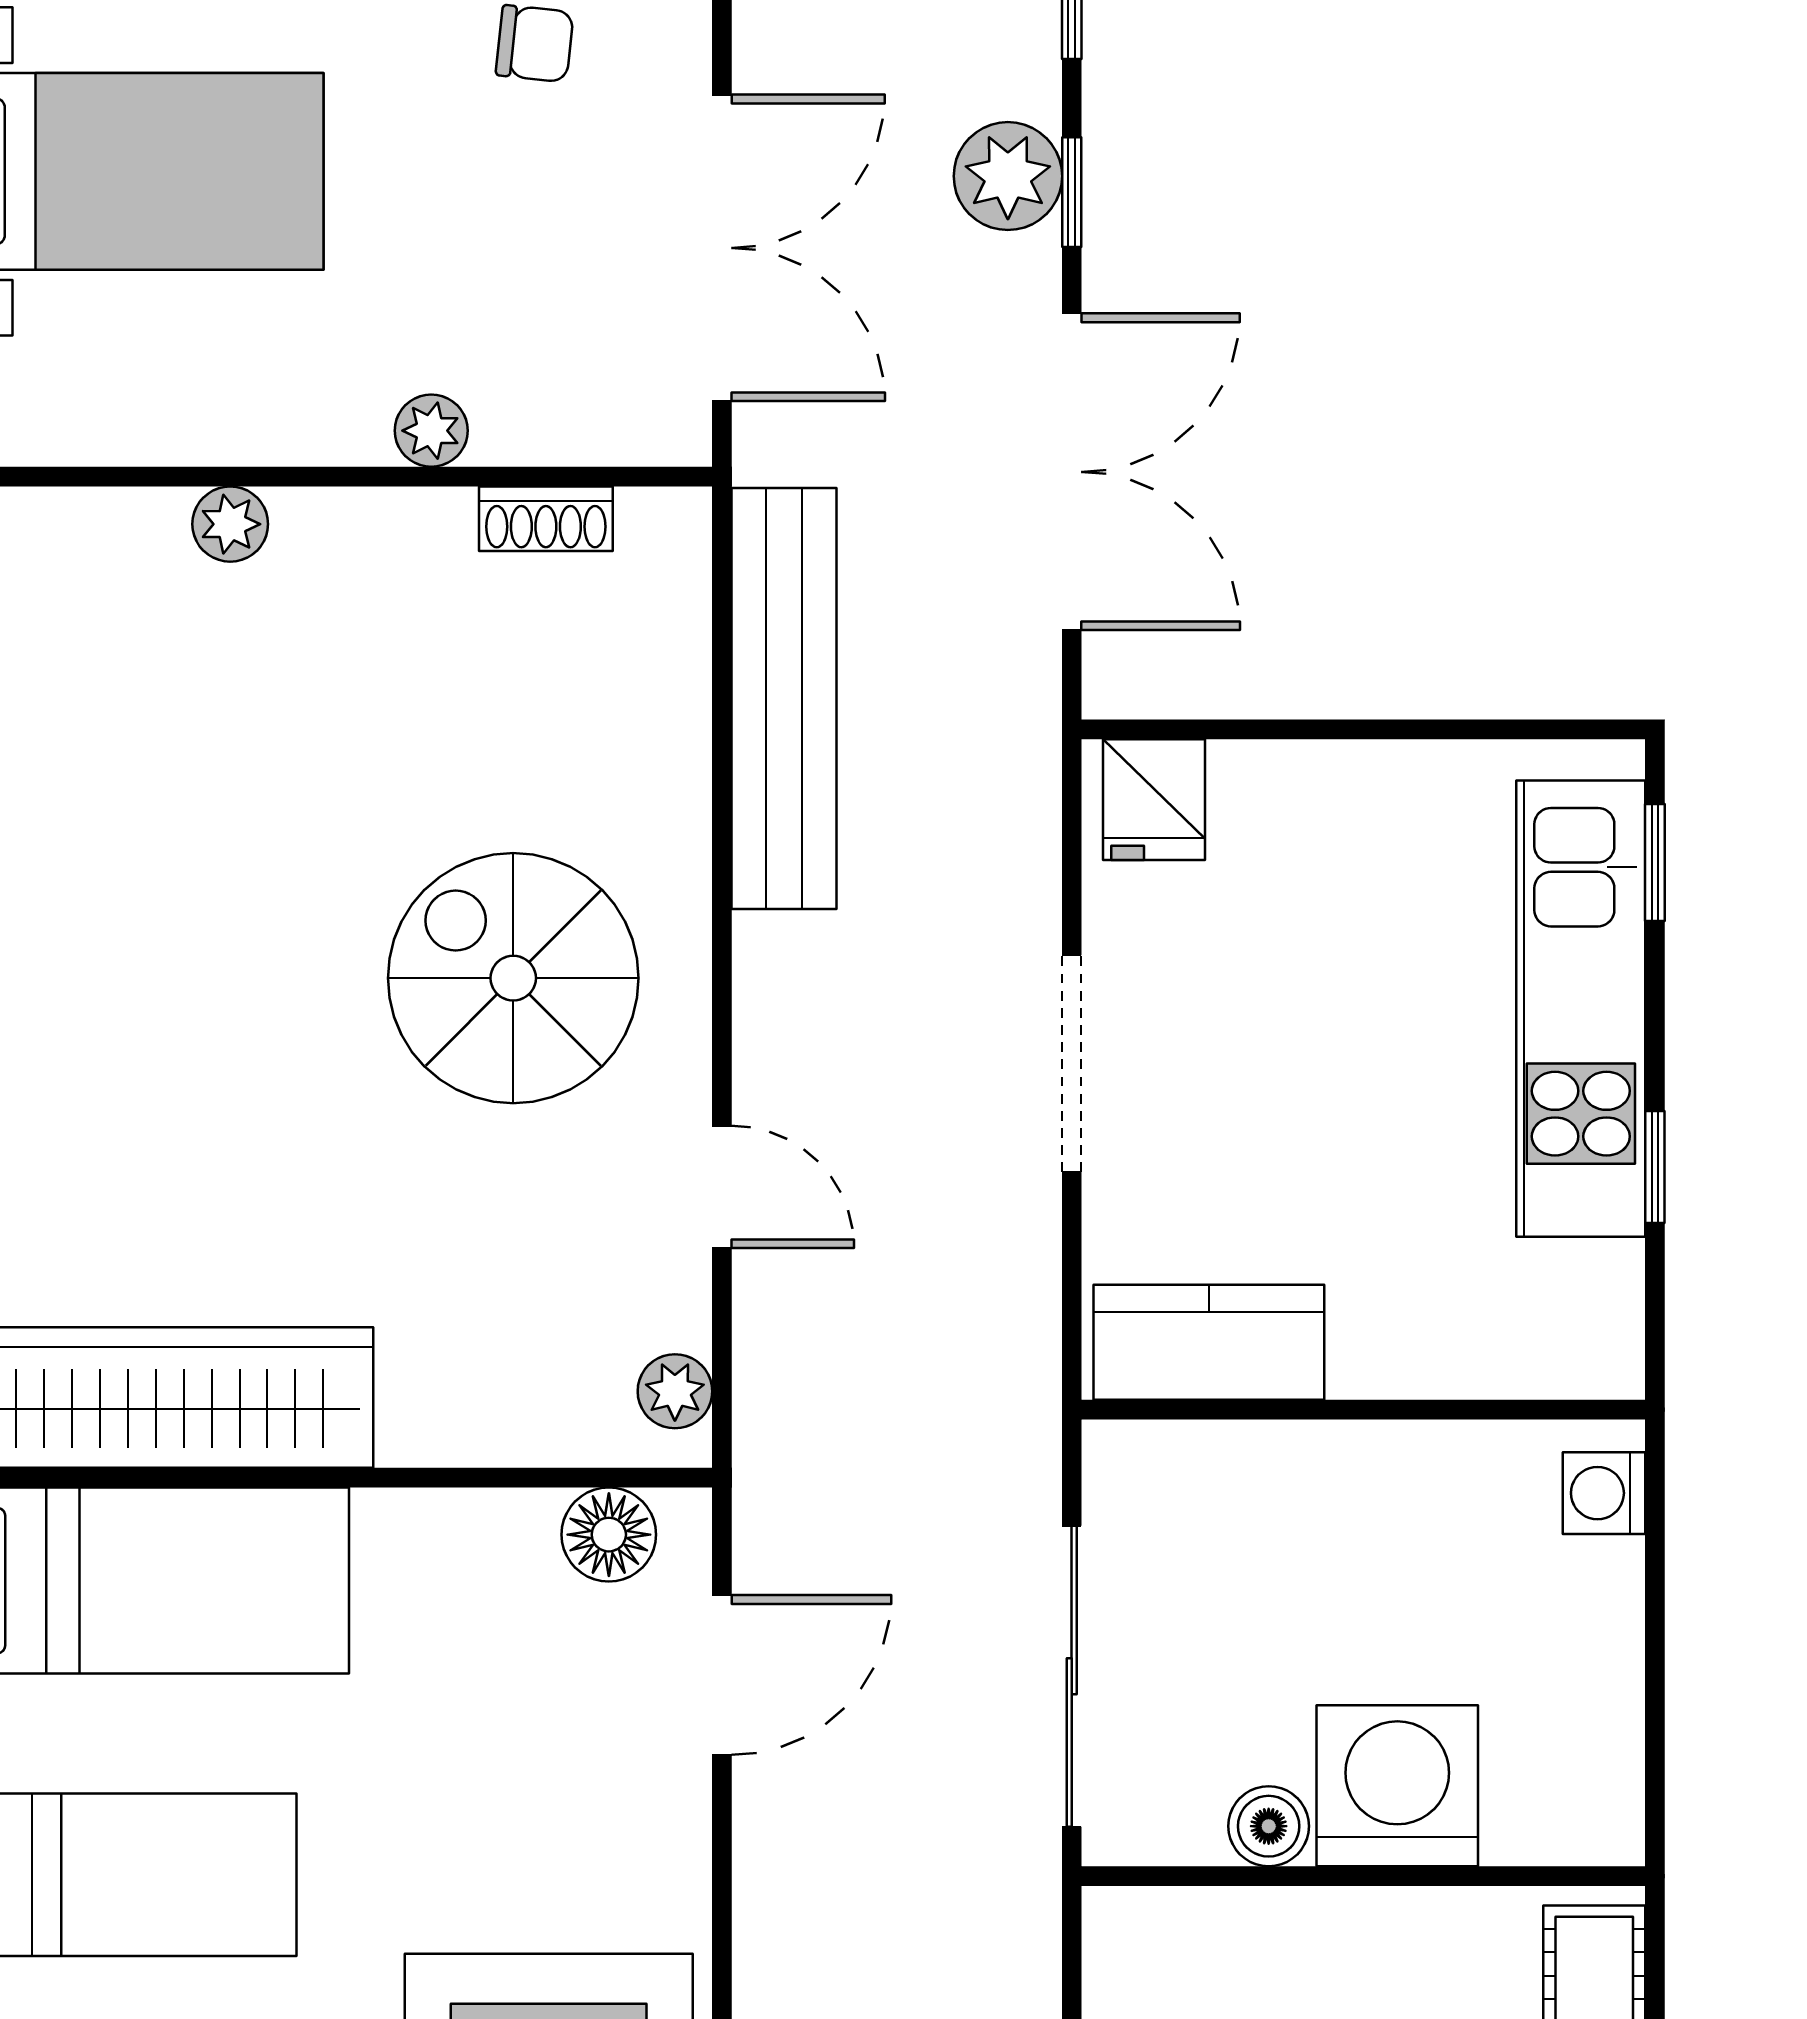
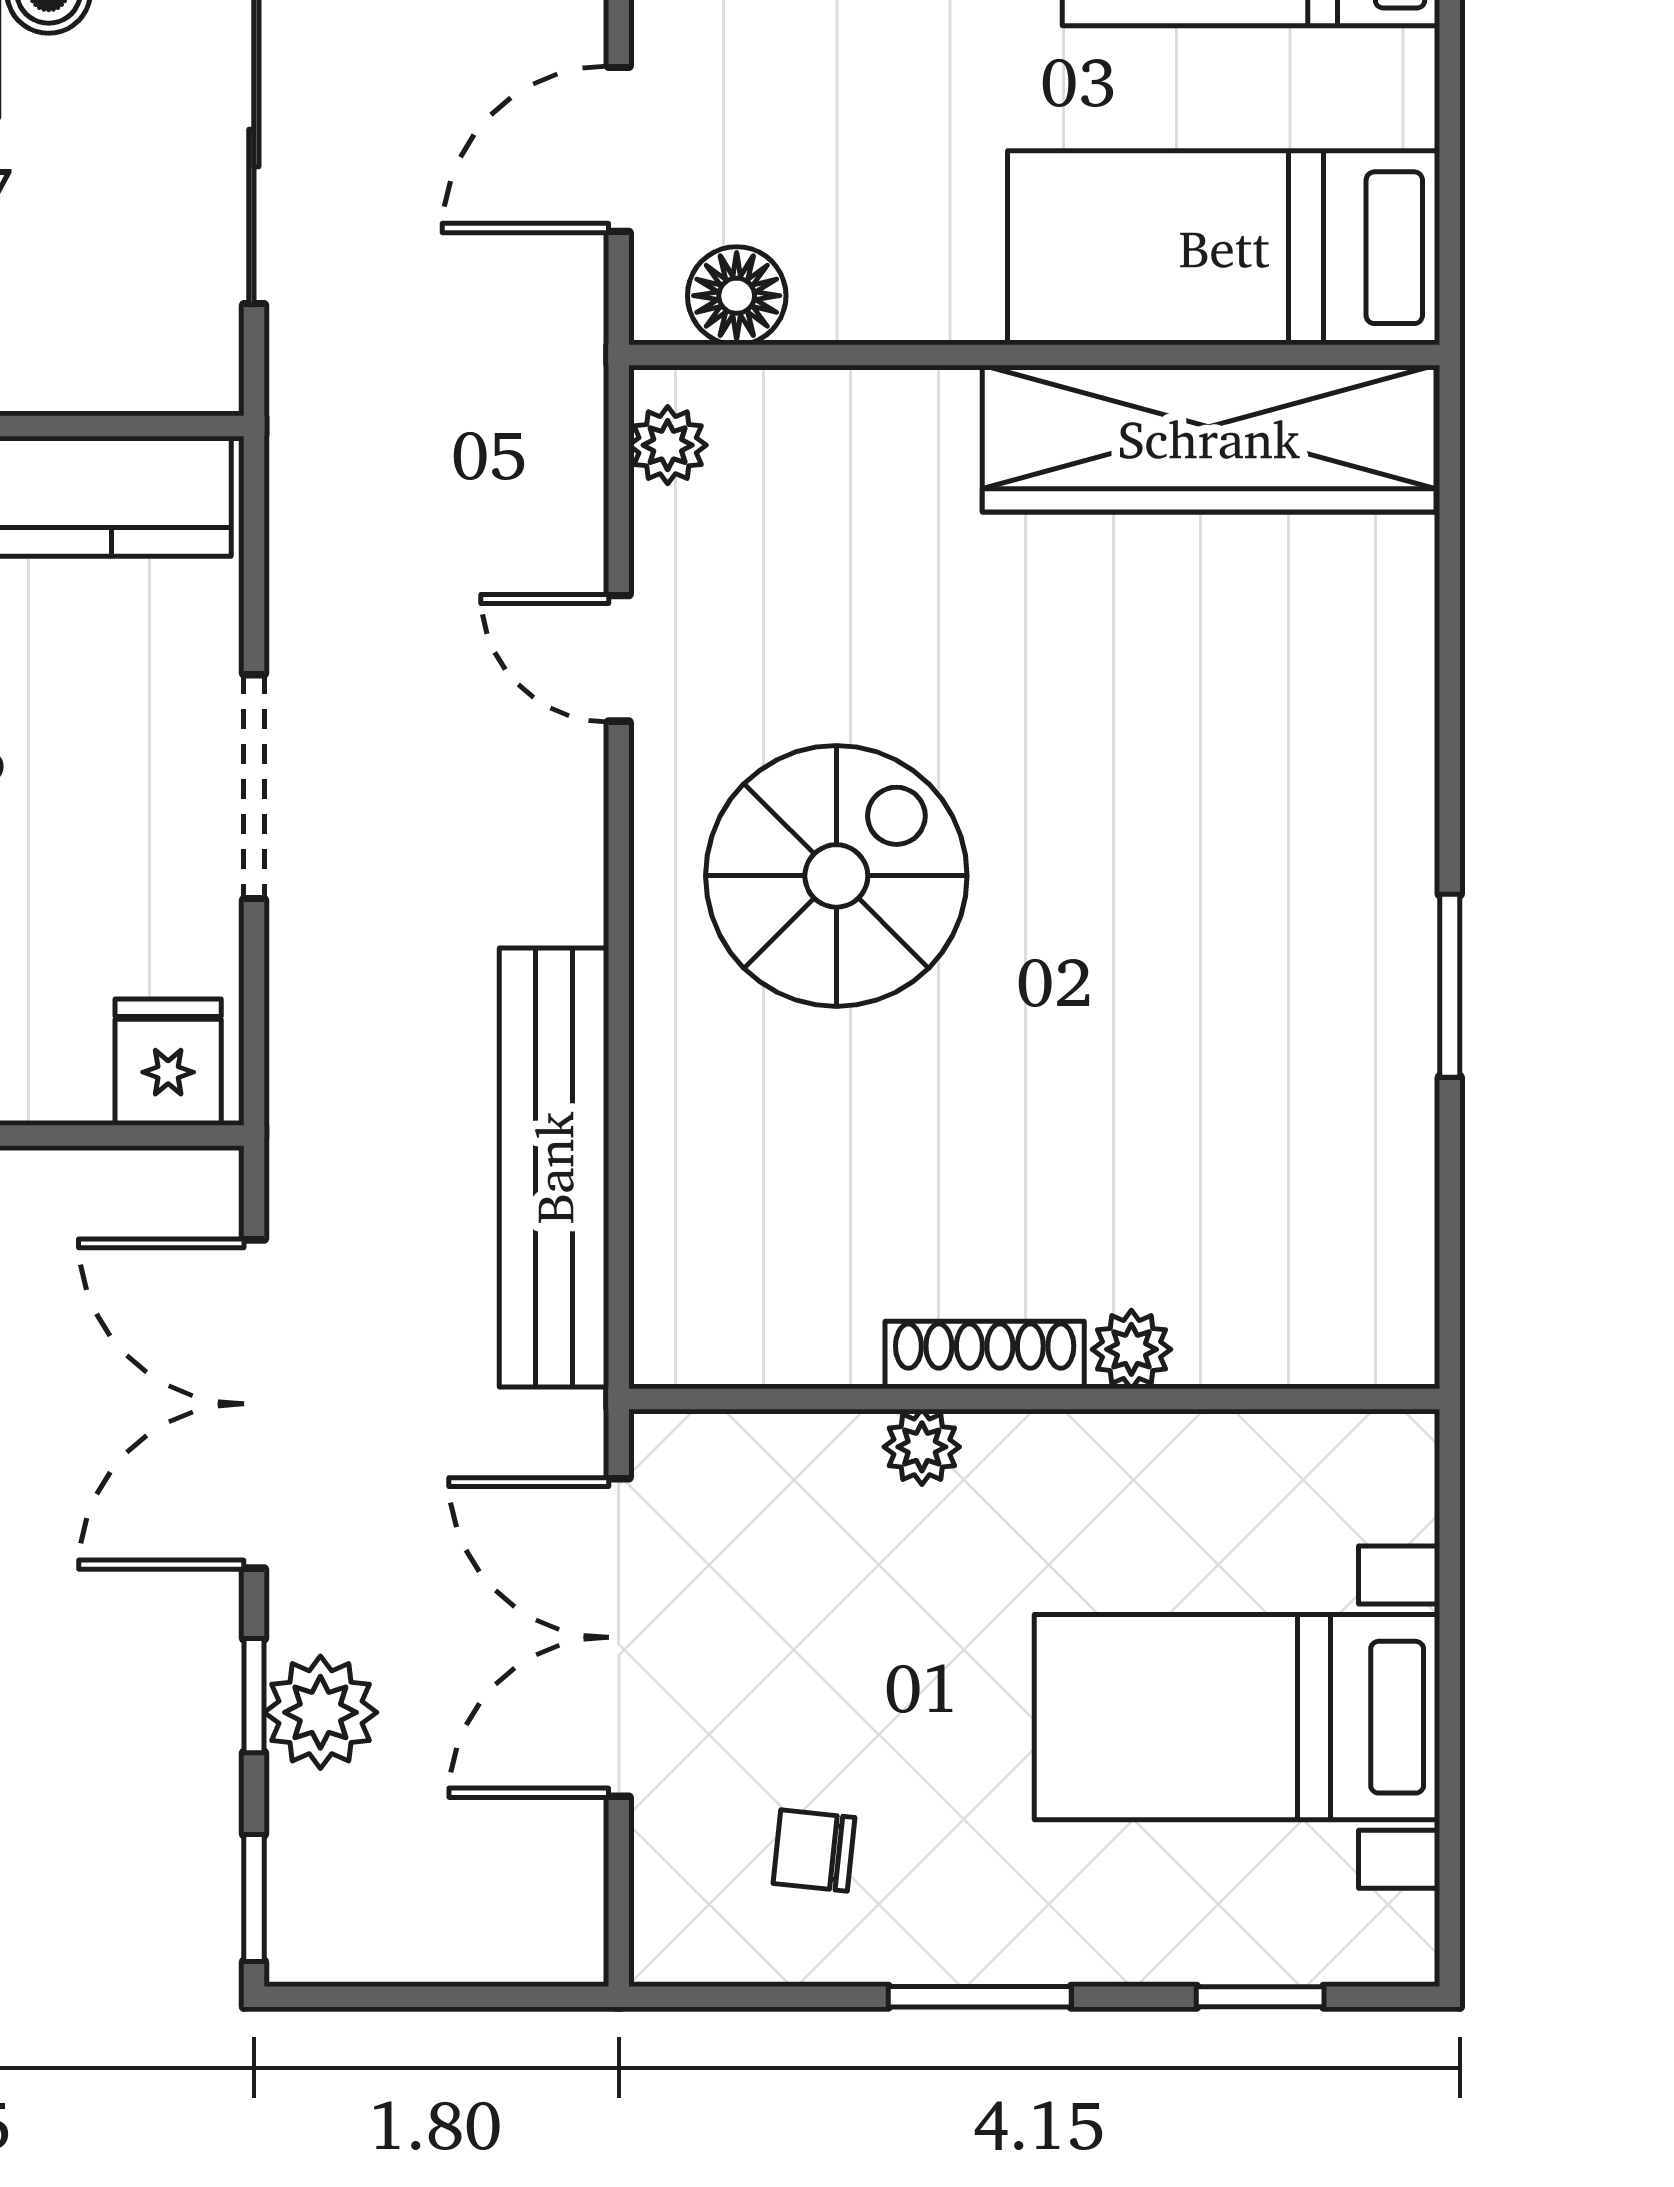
shoe rack: (546, 519) -> (985, 1355), moved, width x1.43
spiral stairs: (513, 978) -> (836, 876), turned -90

